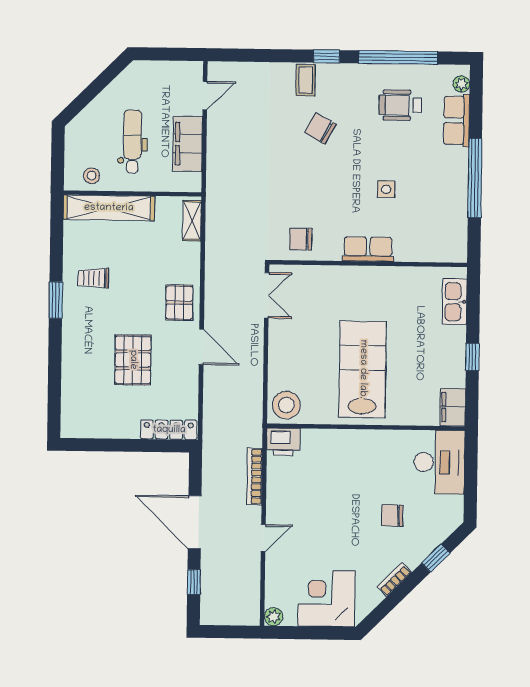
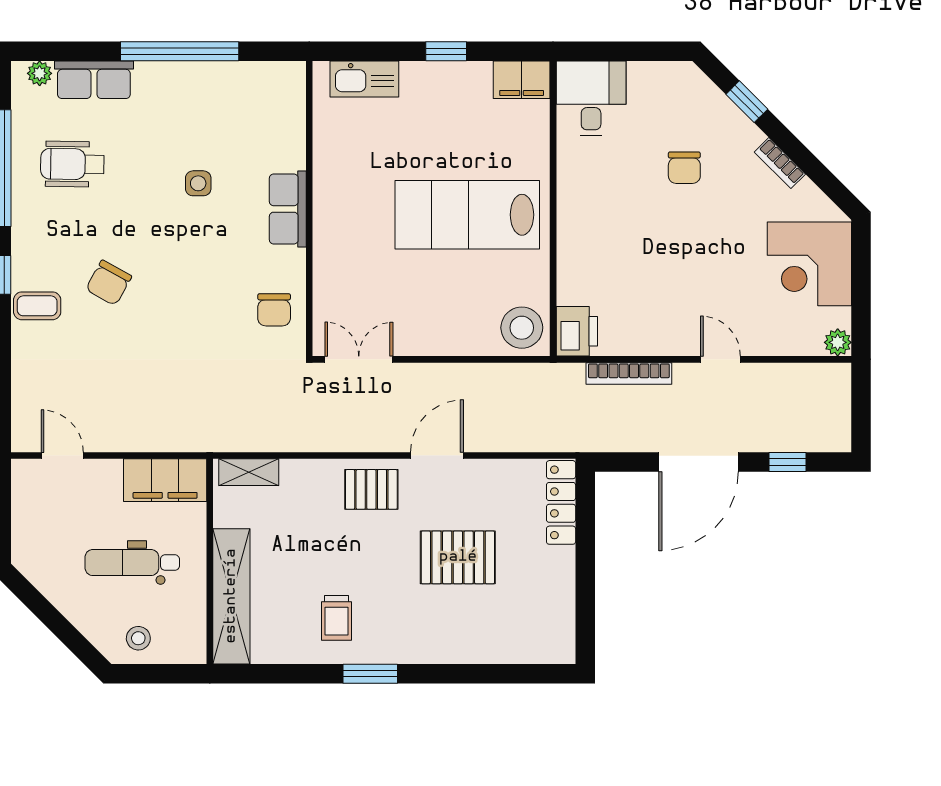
wheelchair: (400, 105) -> (72, 164), turned 91
filing cabinet: (188, 144) -> (165, 480), moved
stool: (92, 176) -> (138, 638), moved
desk: (439, 462) -> (591, 98), width x0.73

